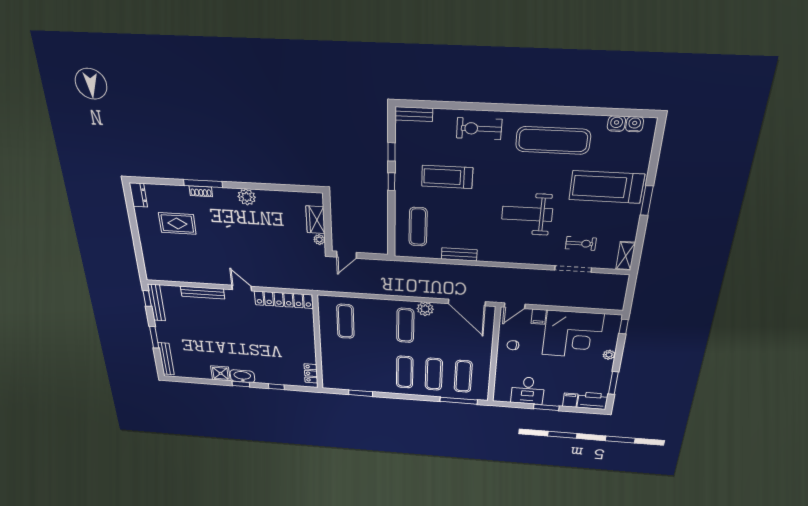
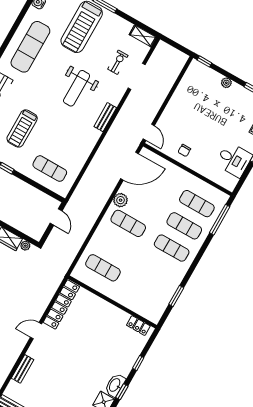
bench: (459, 254) -> (105, 117), moved
door: (347, 255) -> (56, 217), moved
bench: (203, 292) -> (23, 369), width x0.73
filing cabinet: (539, 317) -> (167, 119), removed
corner desk: (573, 334) -> (195, 101), removed

